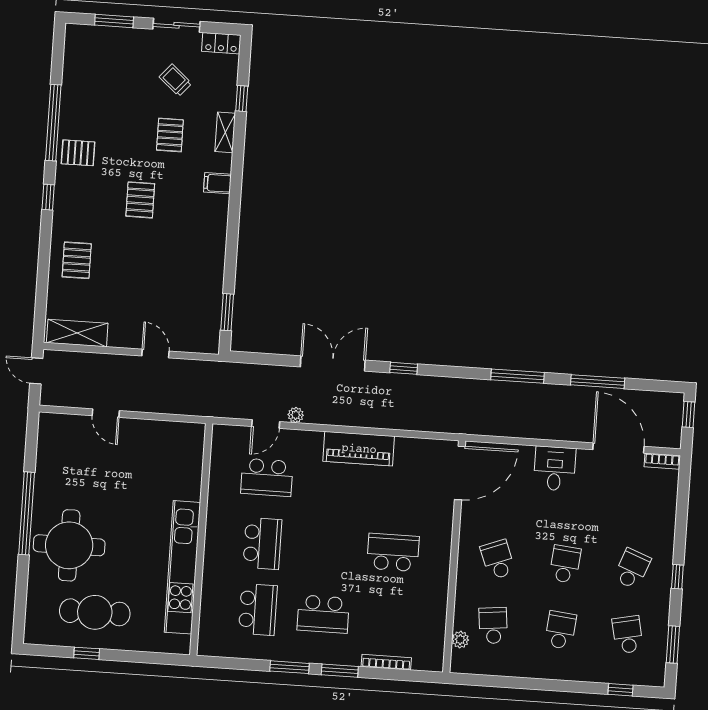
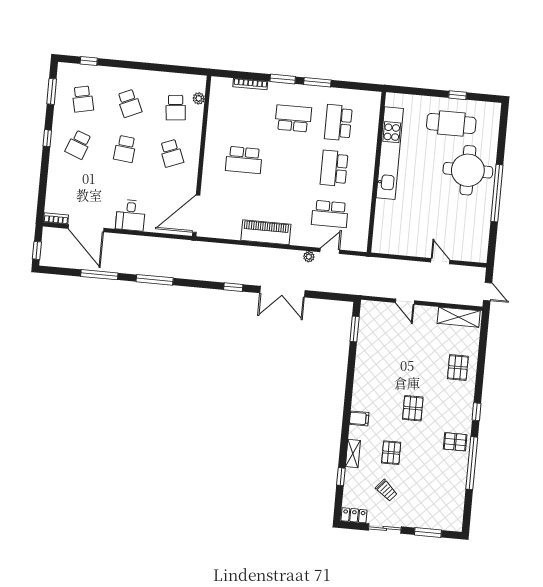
school desk: (267, 477) -> (330, 214), turned 180
school desk: (560, 630) -> (129, 103), turned -30

